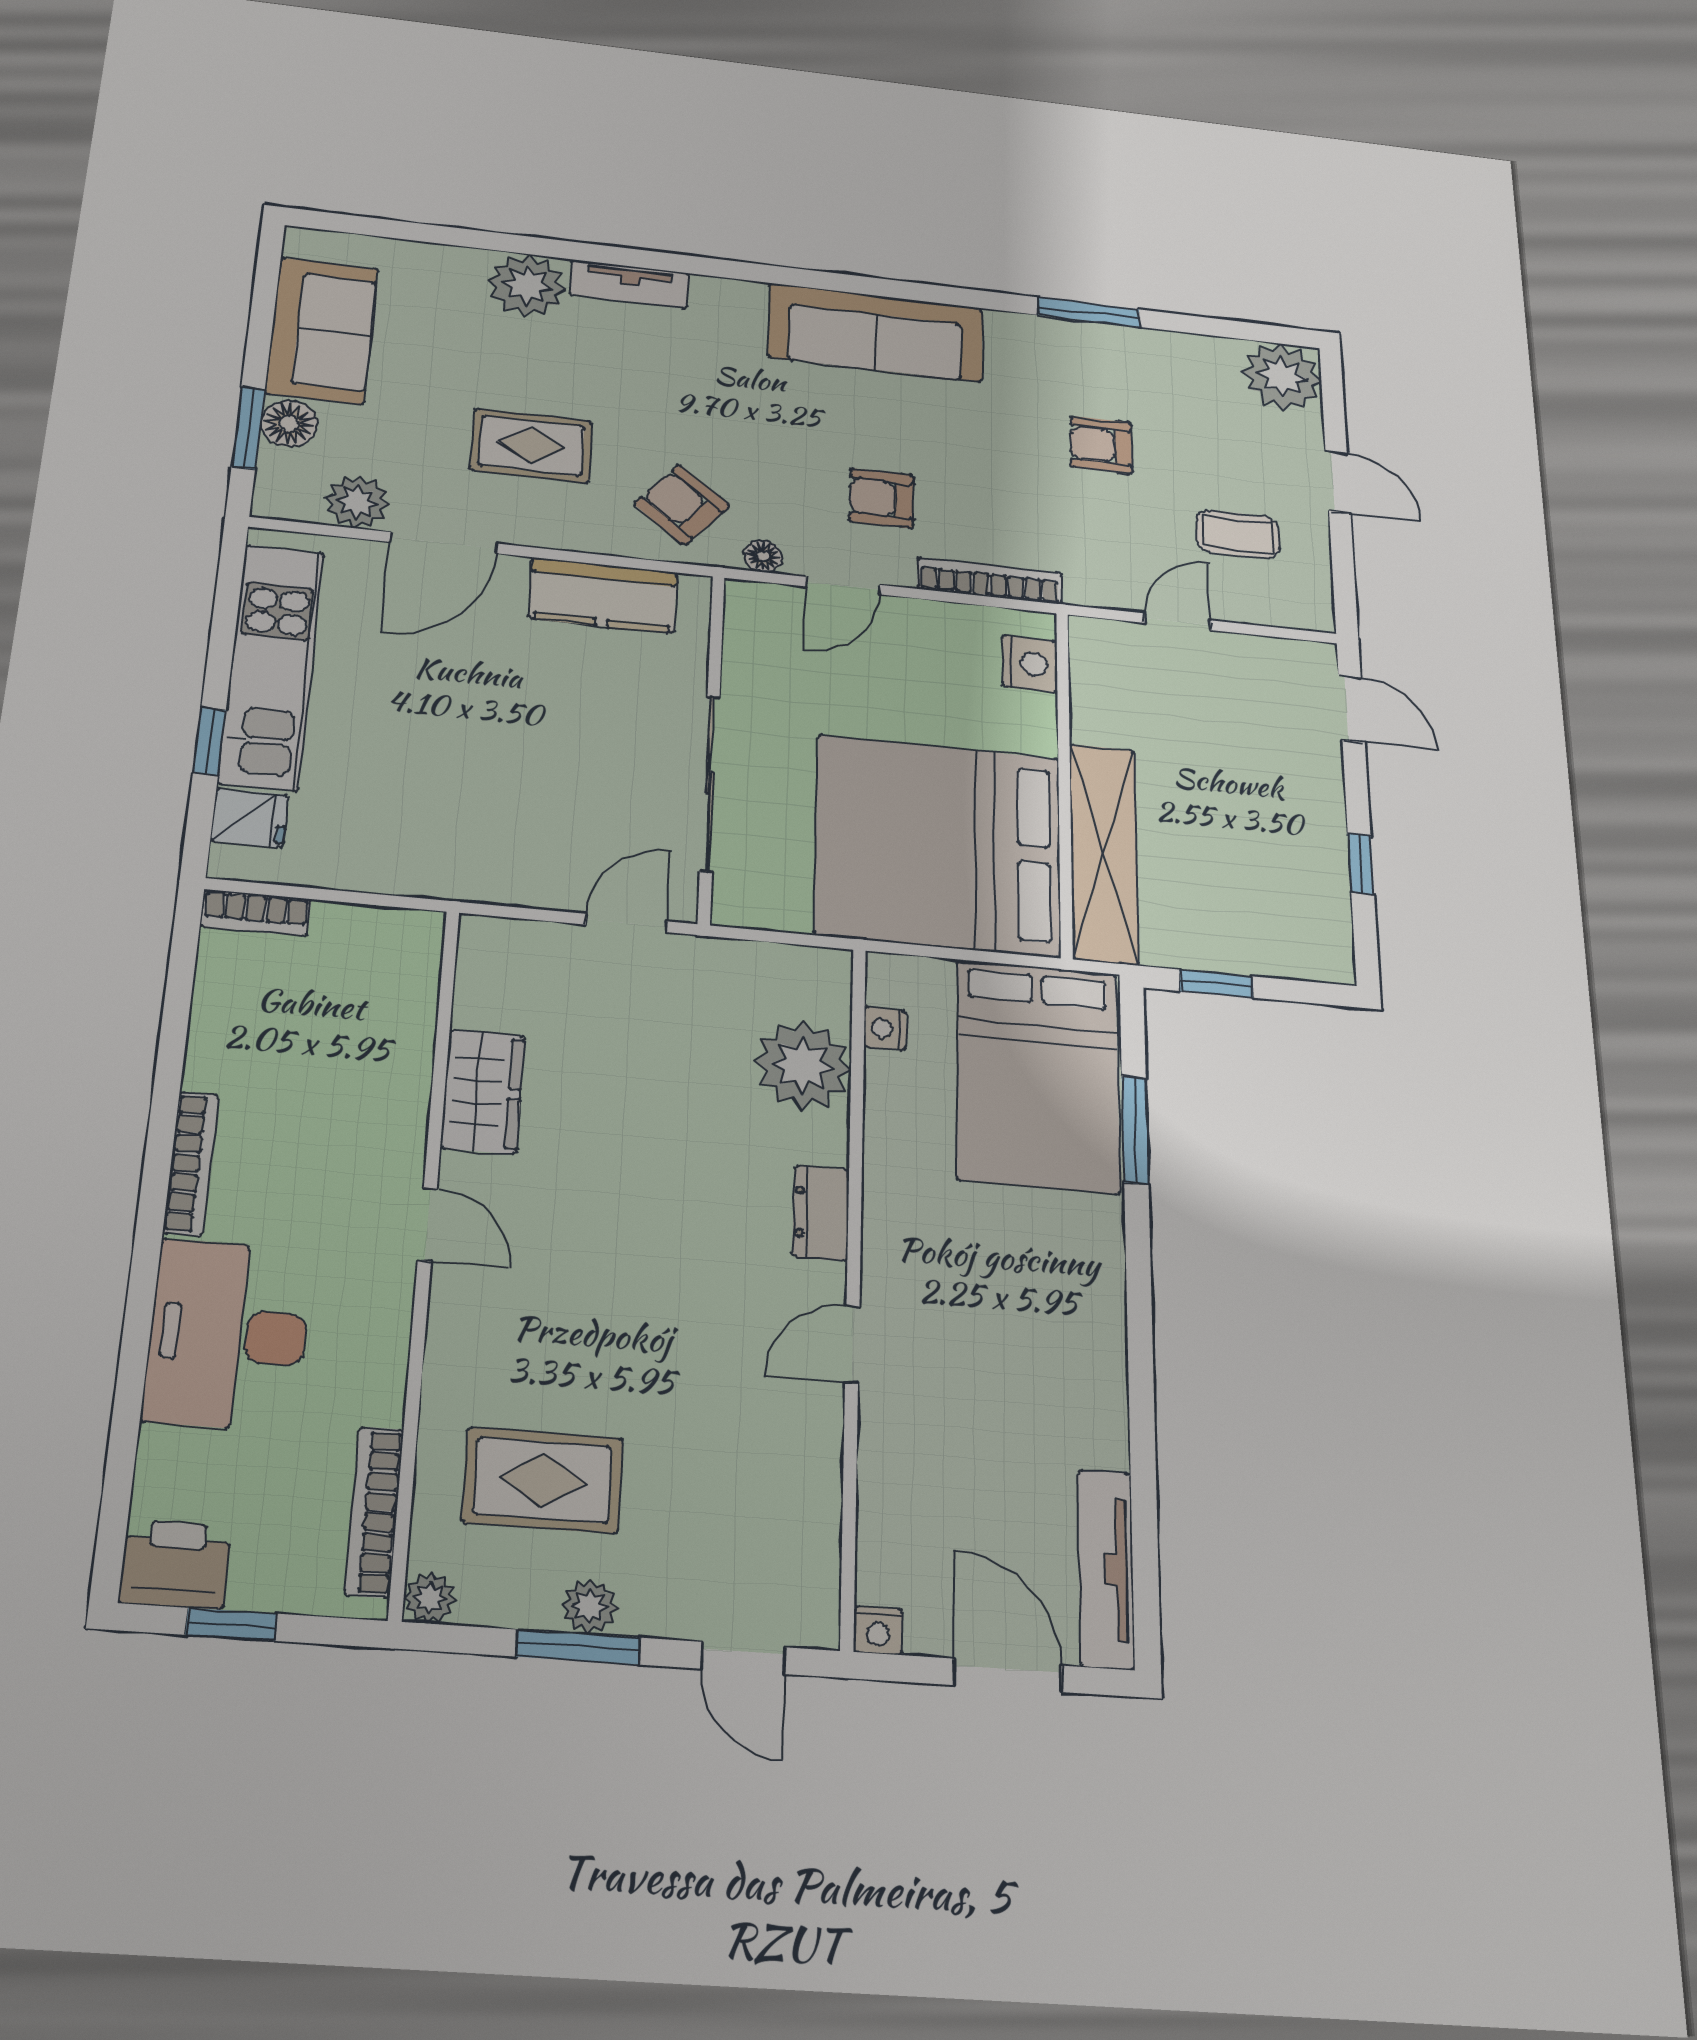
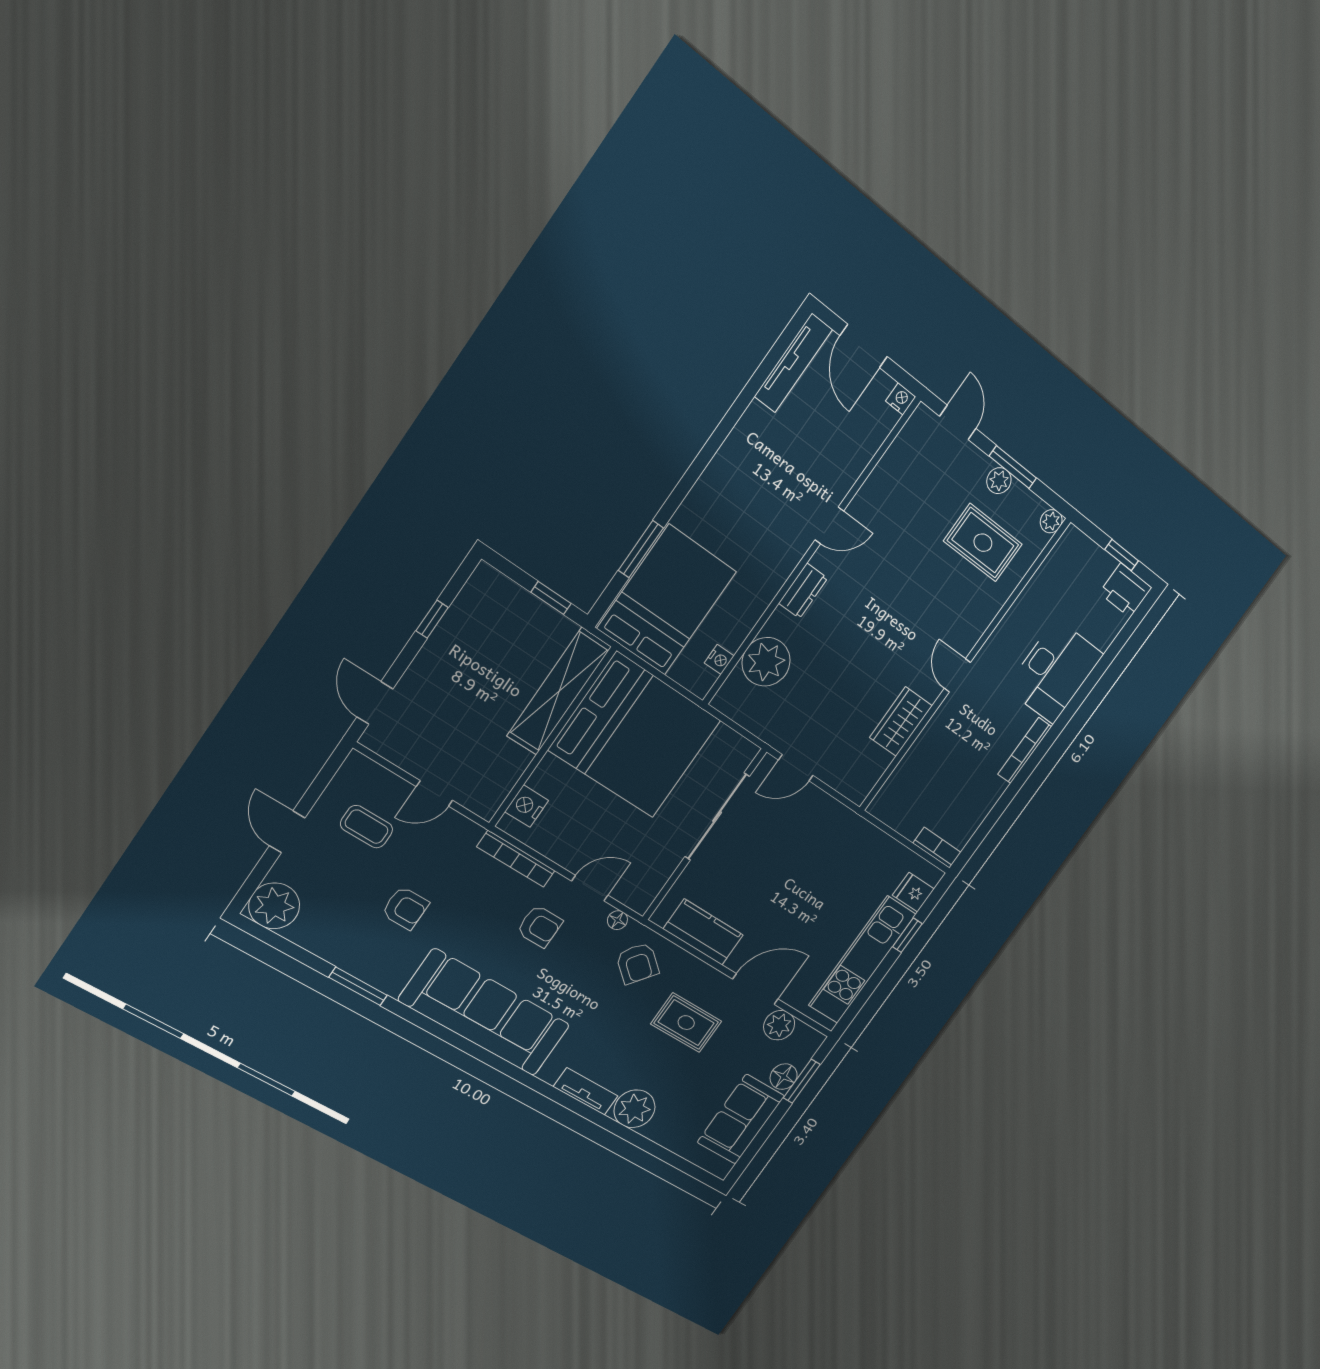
sofa: (876, 332) -> (485, 1013), width x1.36, depth x1.27
bookcase: (374, 1512) -> (1049, 568), removed

